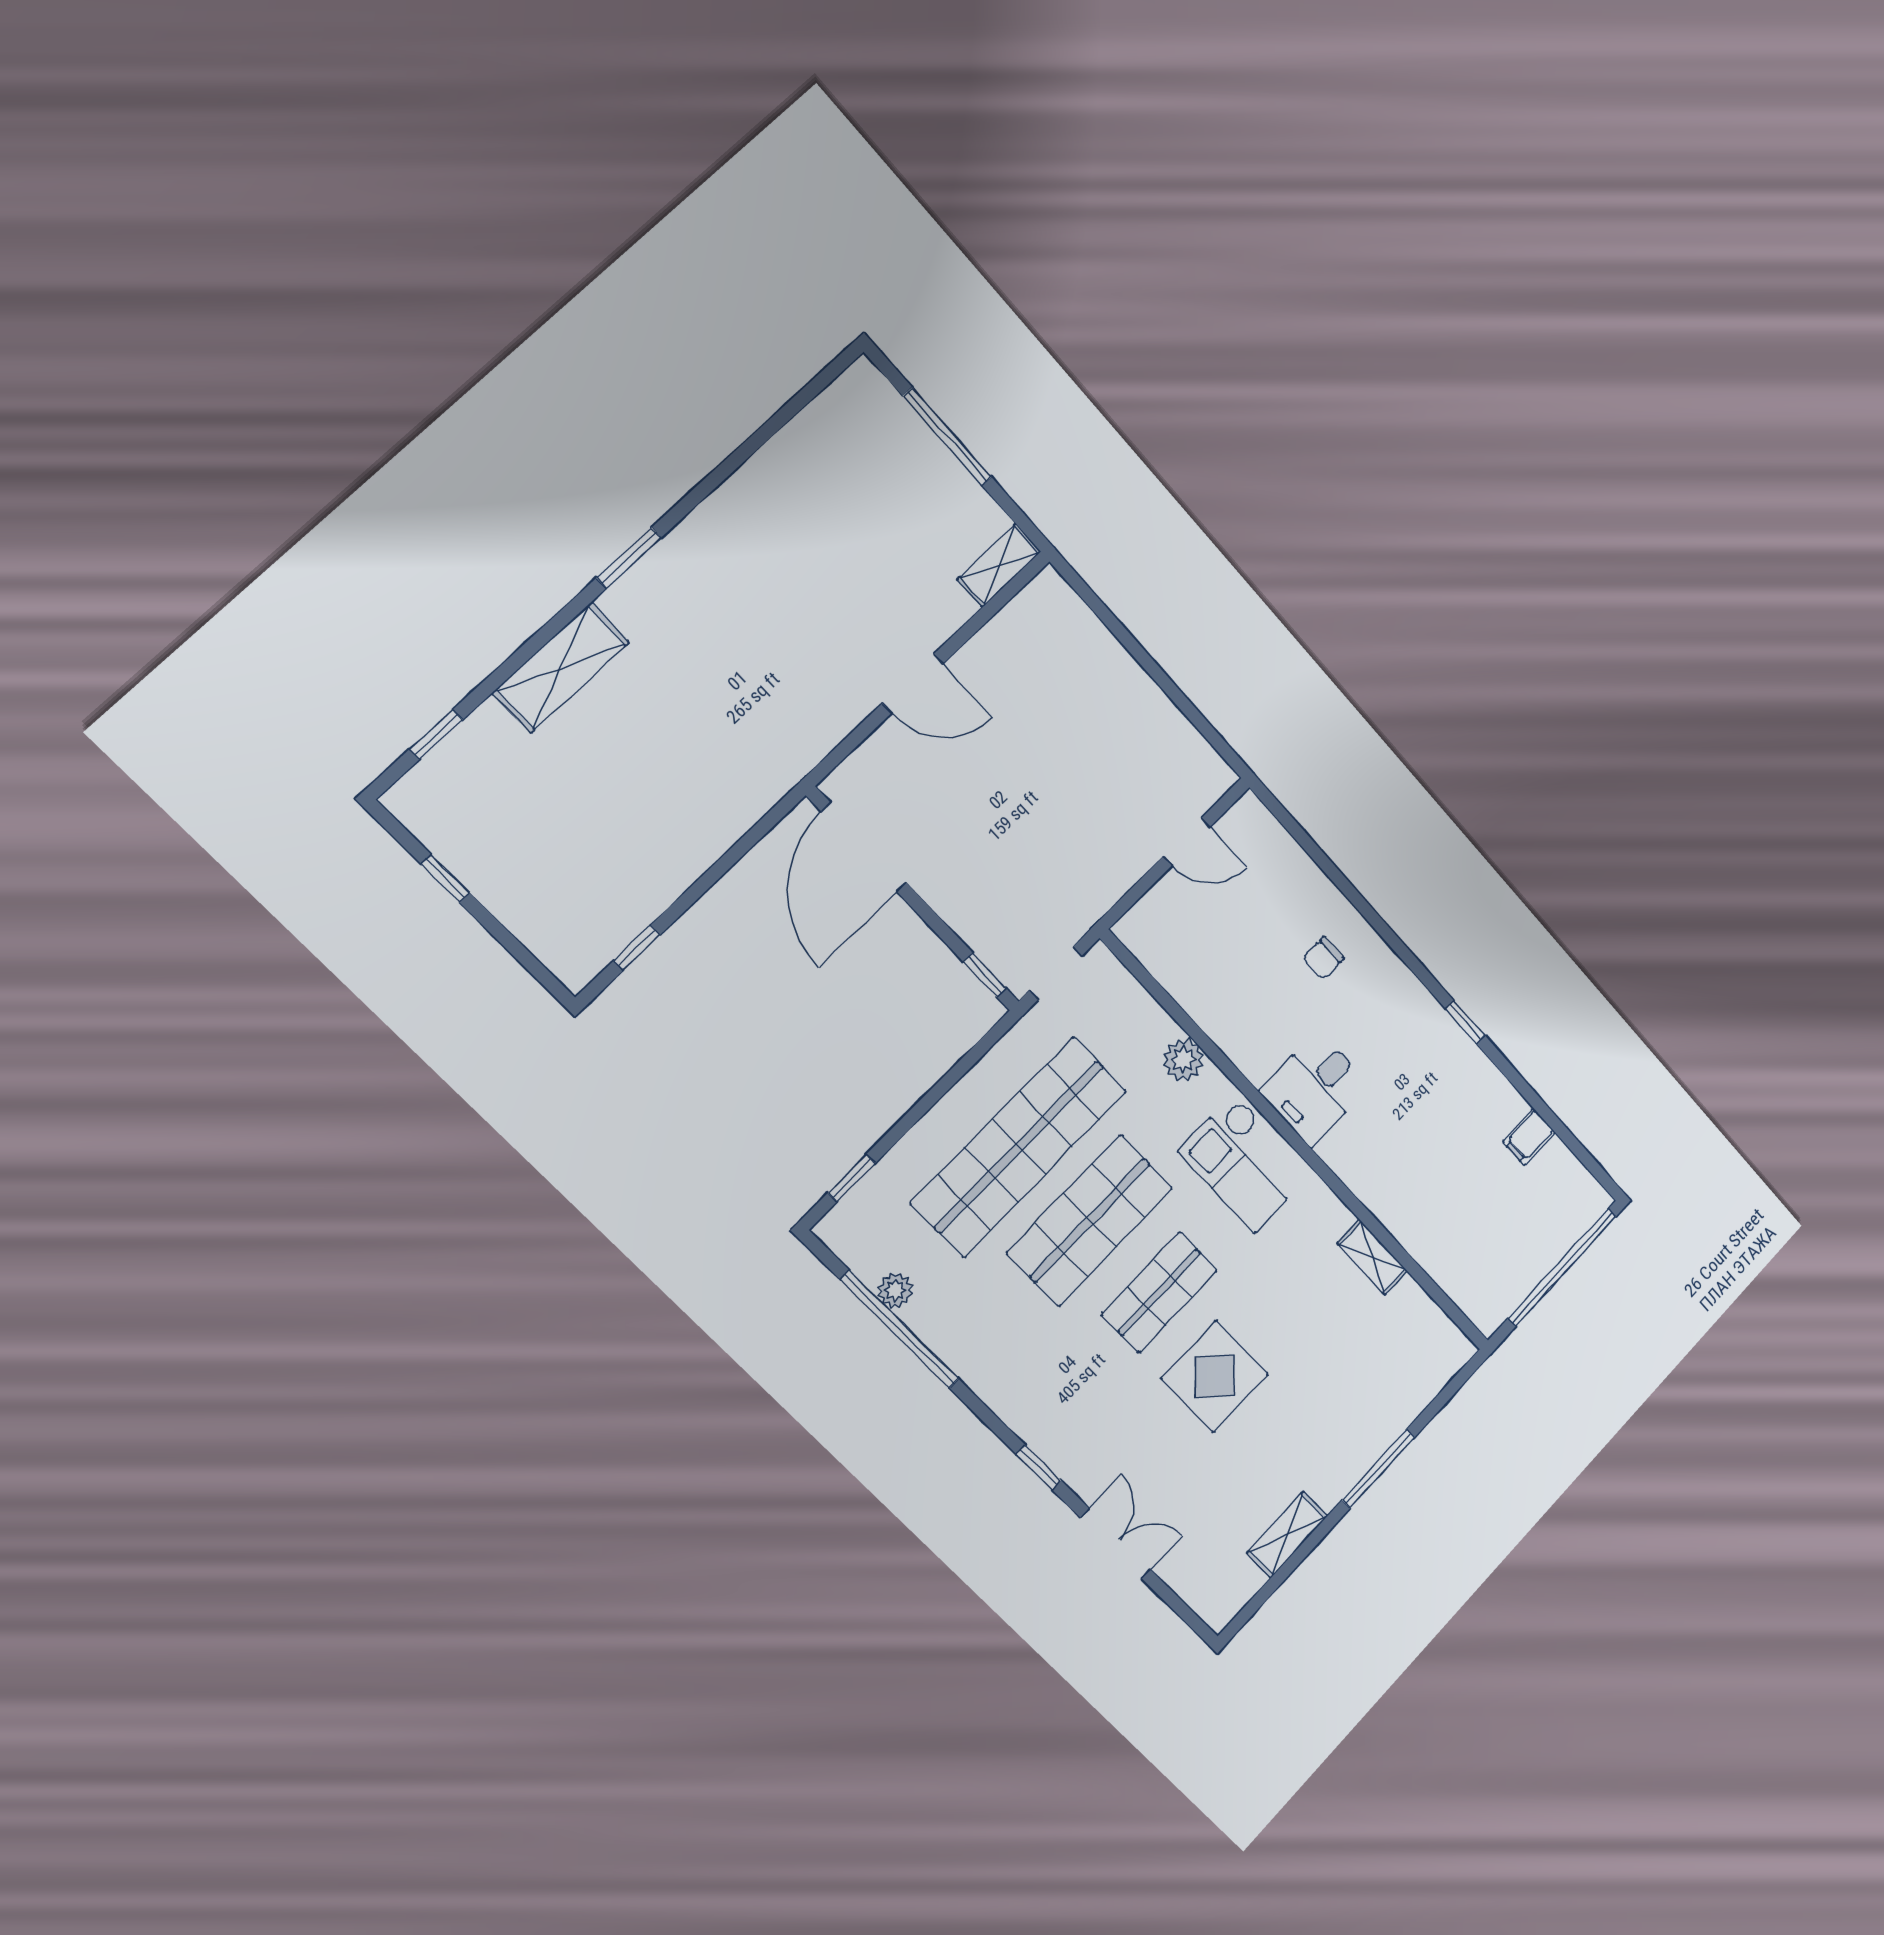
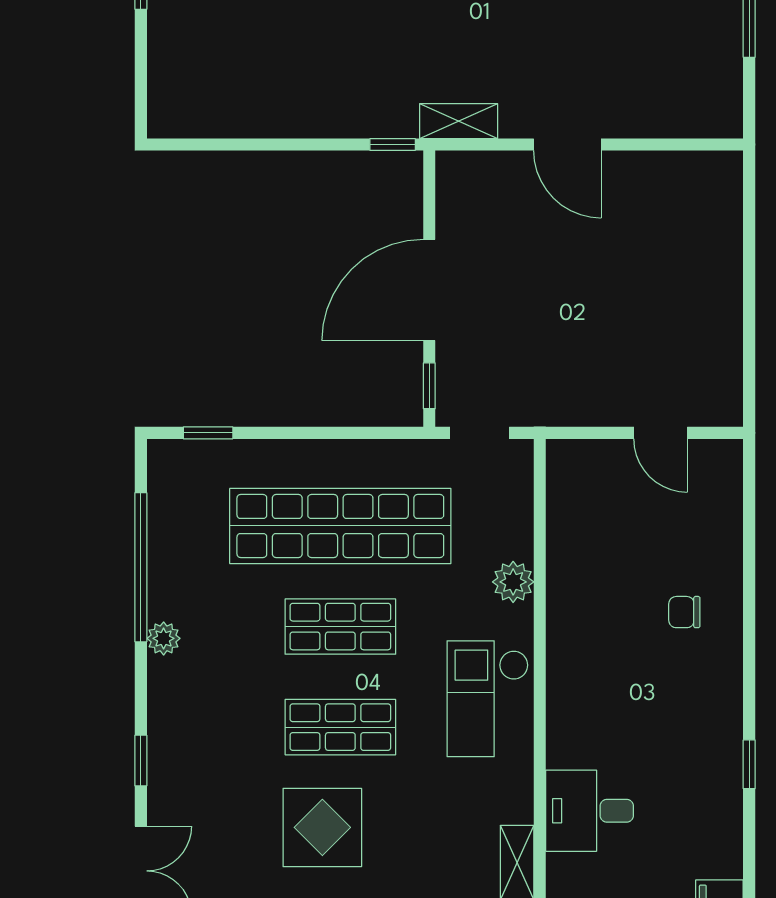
shelving: (999, 565) -> (459, 121), moved
door: (864, 847) -> (429, 290), moved
window: (637, 948) -> (393, 144), moved
desk: (1315, 1088) -> (590, 811), moved
shop shelf: (1090, 1220) -> (340, 627), width x0.70, depth x0.74
plant: (895, 1290) -> (164, 638), moved

